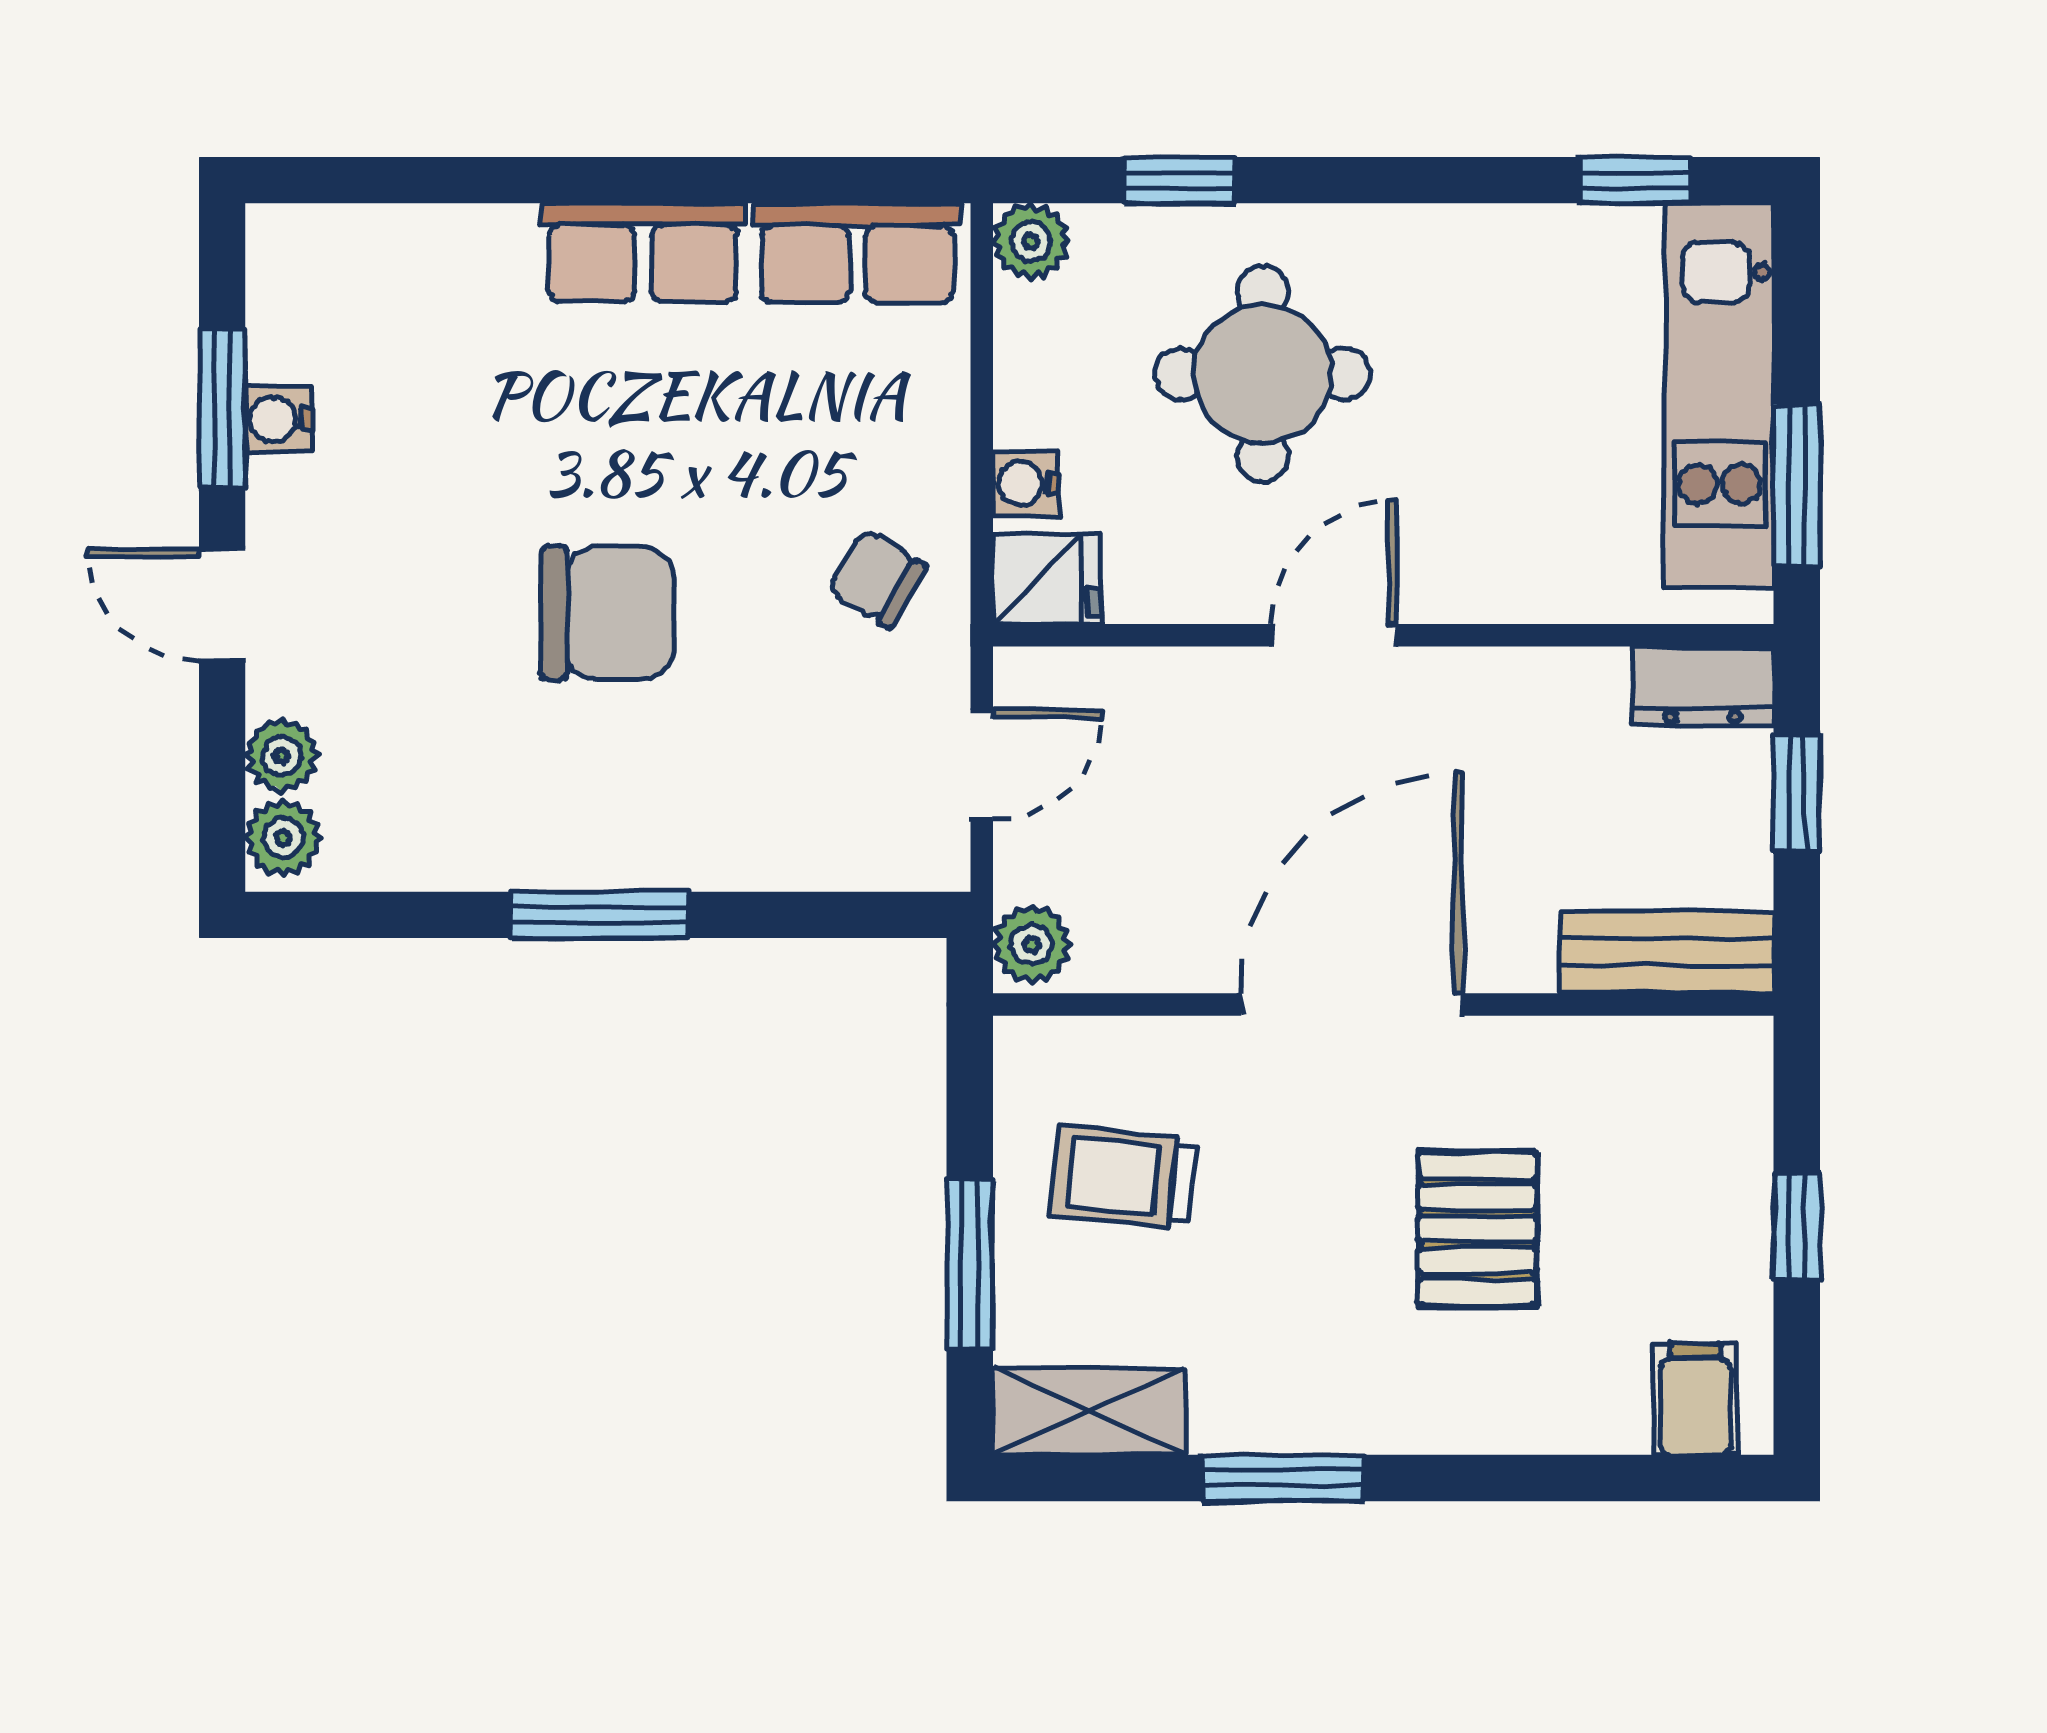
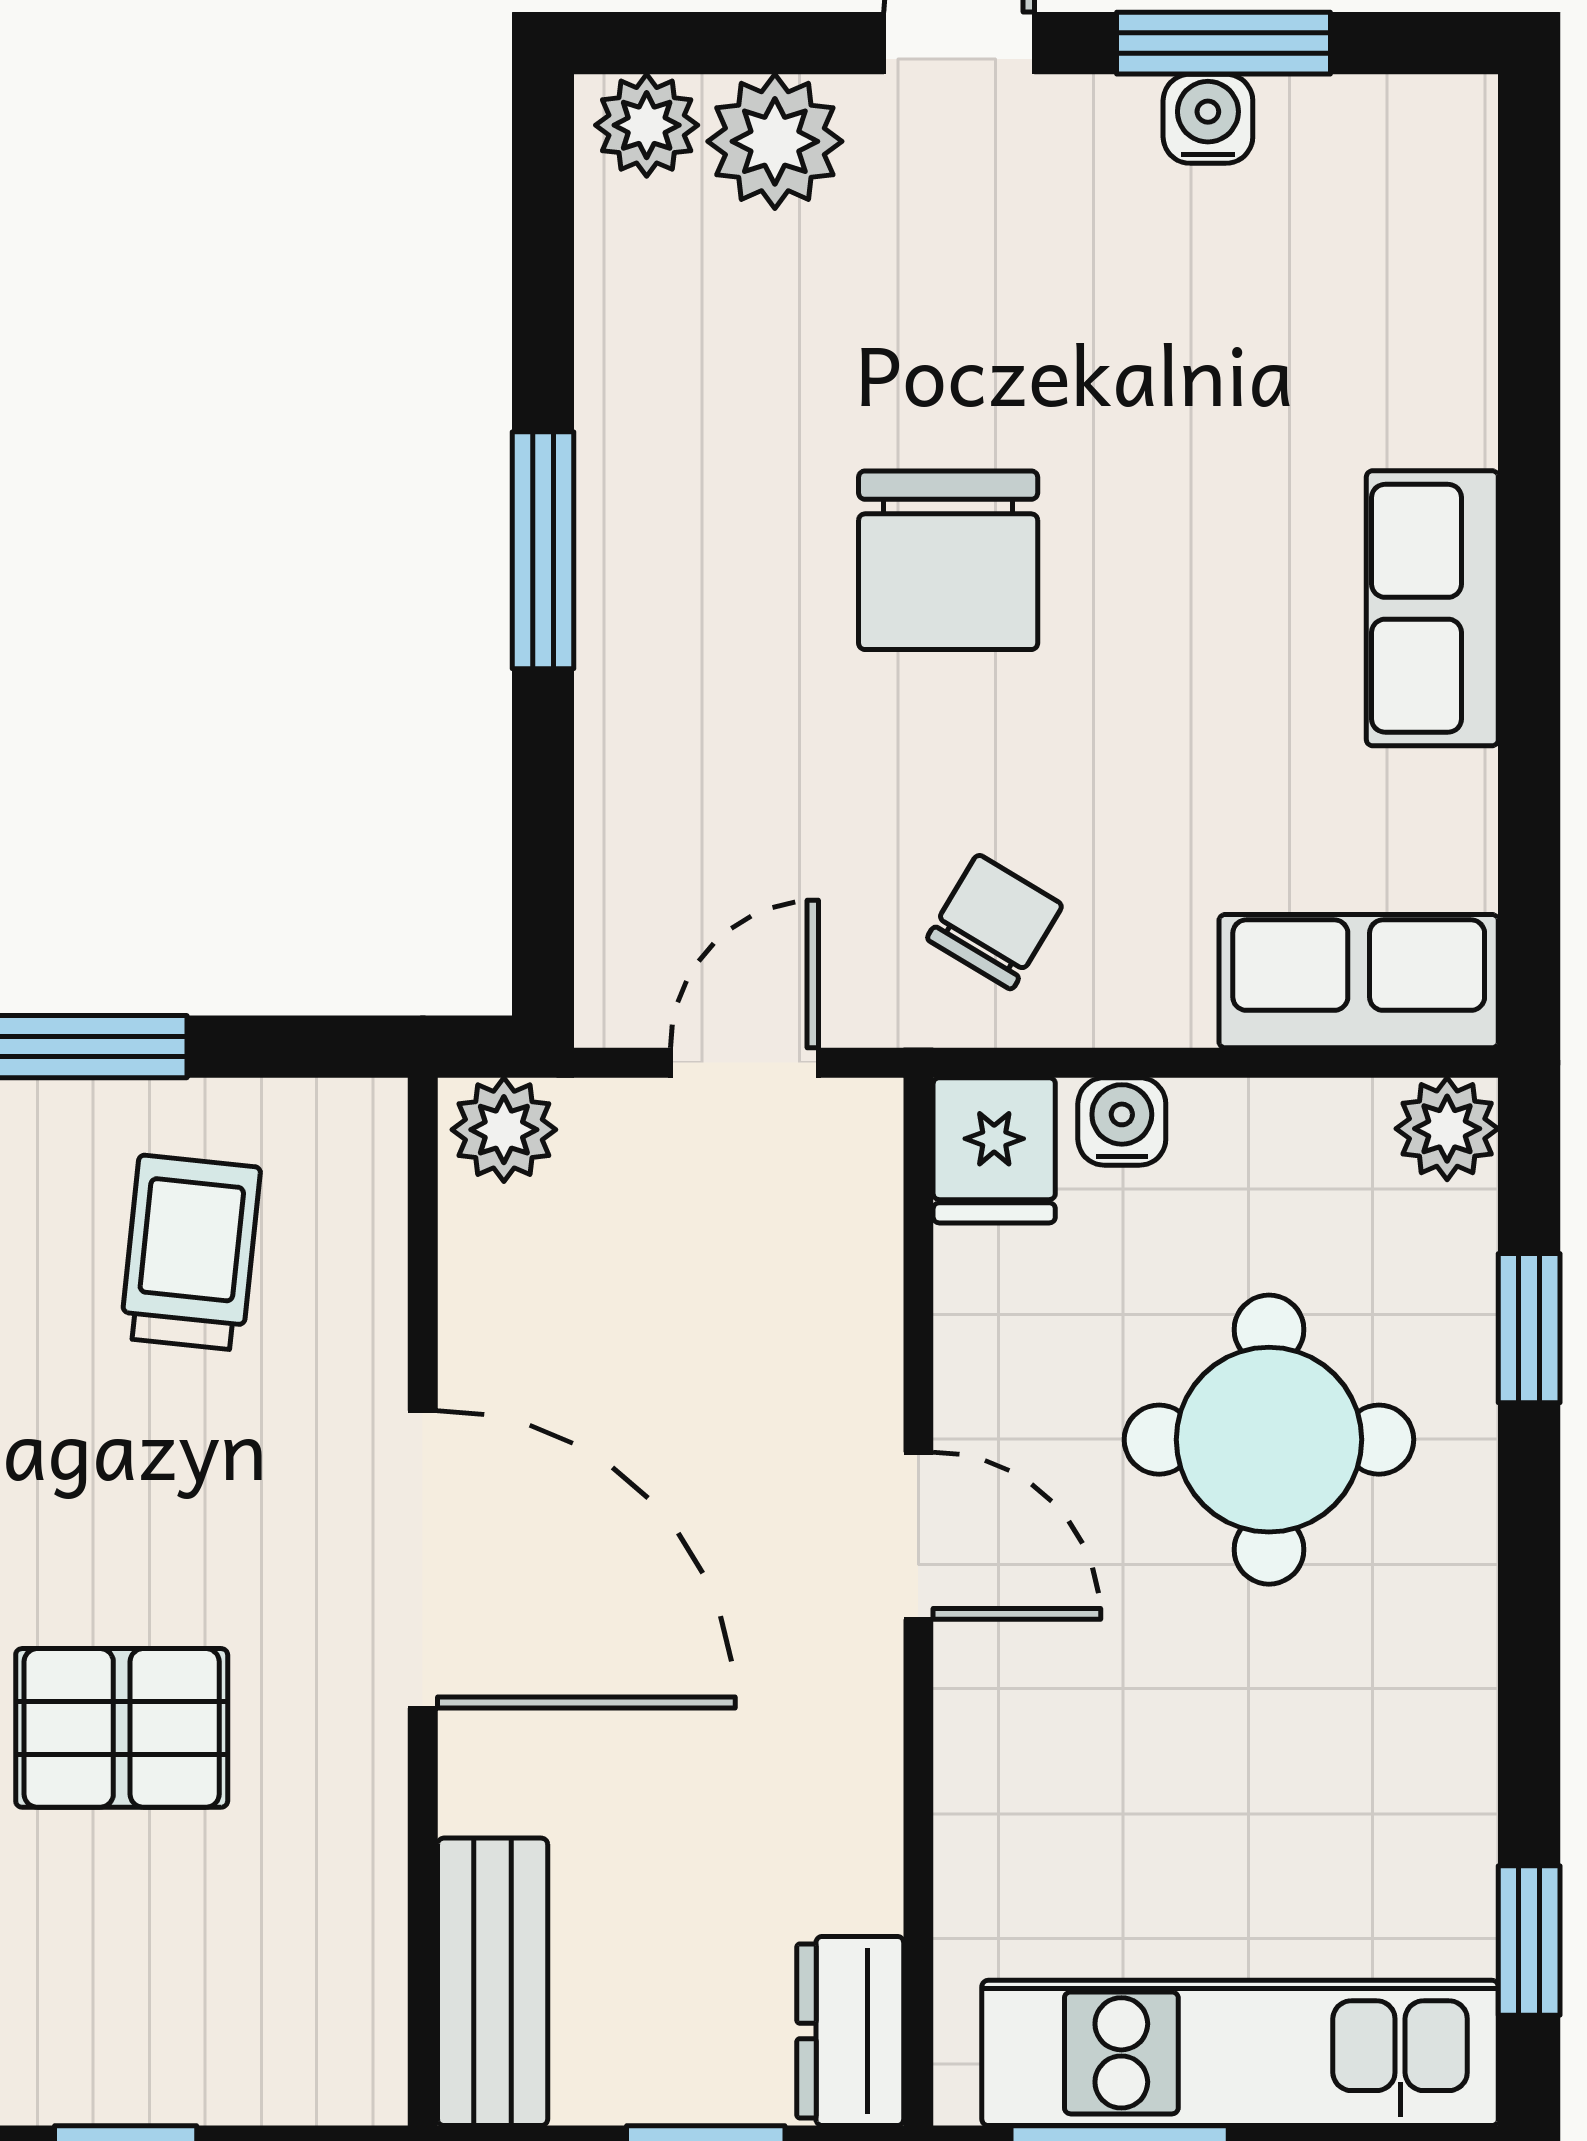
row of seats: (857, 253) -> (1359, 981), moved, turned 90
plant: (282, 756) -> (775, 141), width x1.38, depth x1.38
door: (982, 765) -> (744, 1063), swing flipped

